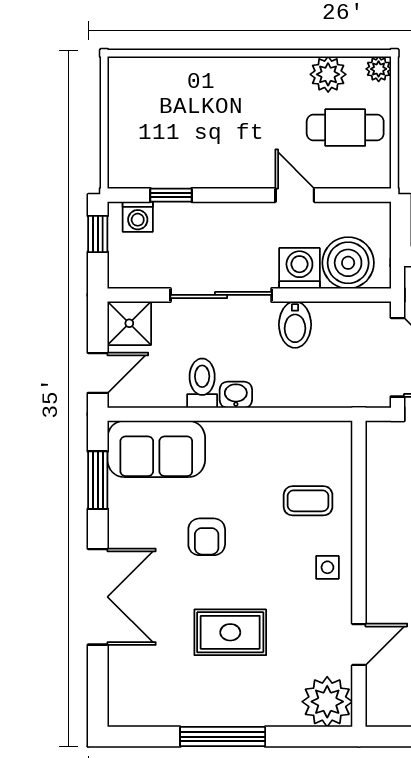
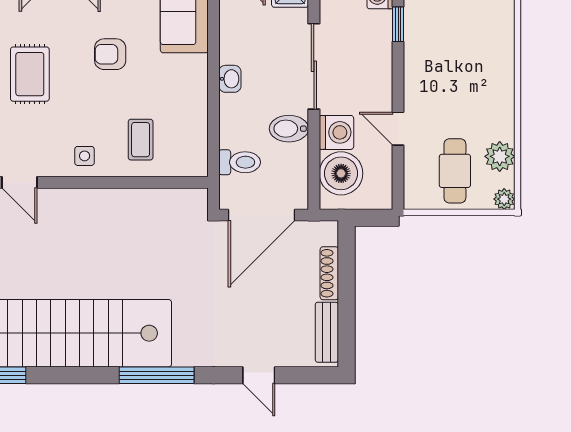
door: (295, 195) -> (398, 129), swing flipped
toilet: (202, 383) -> (240, 162), moved

